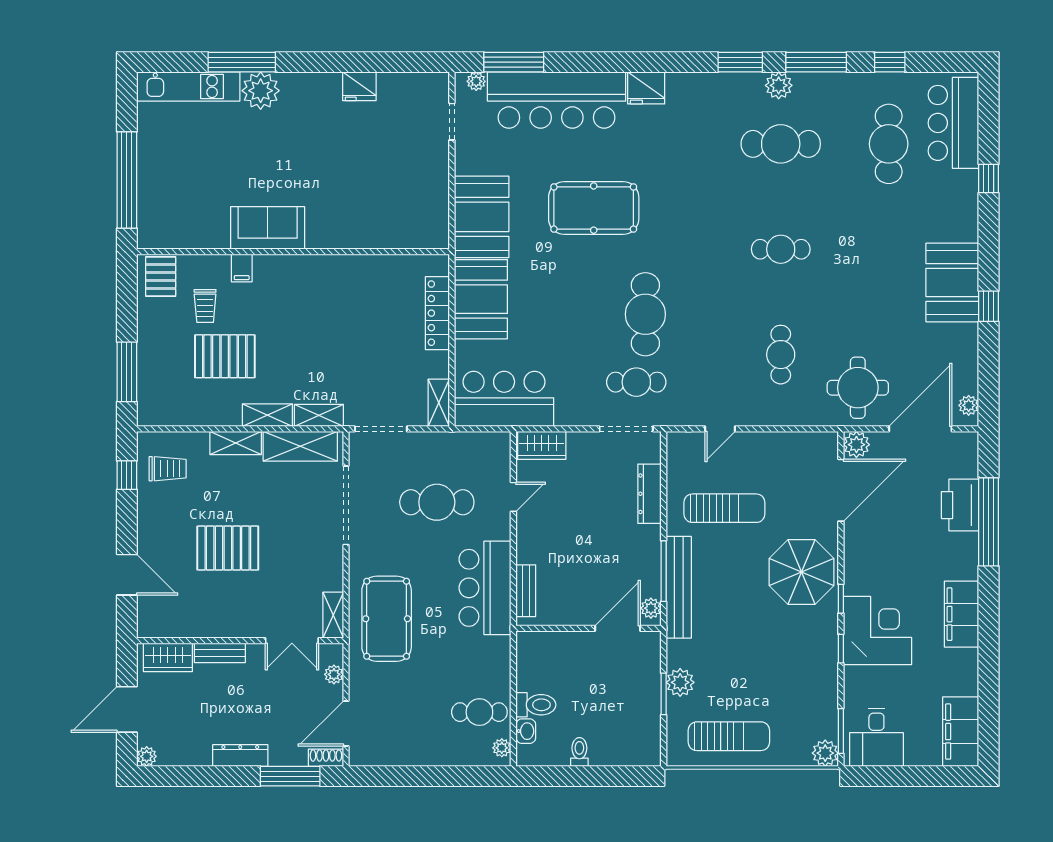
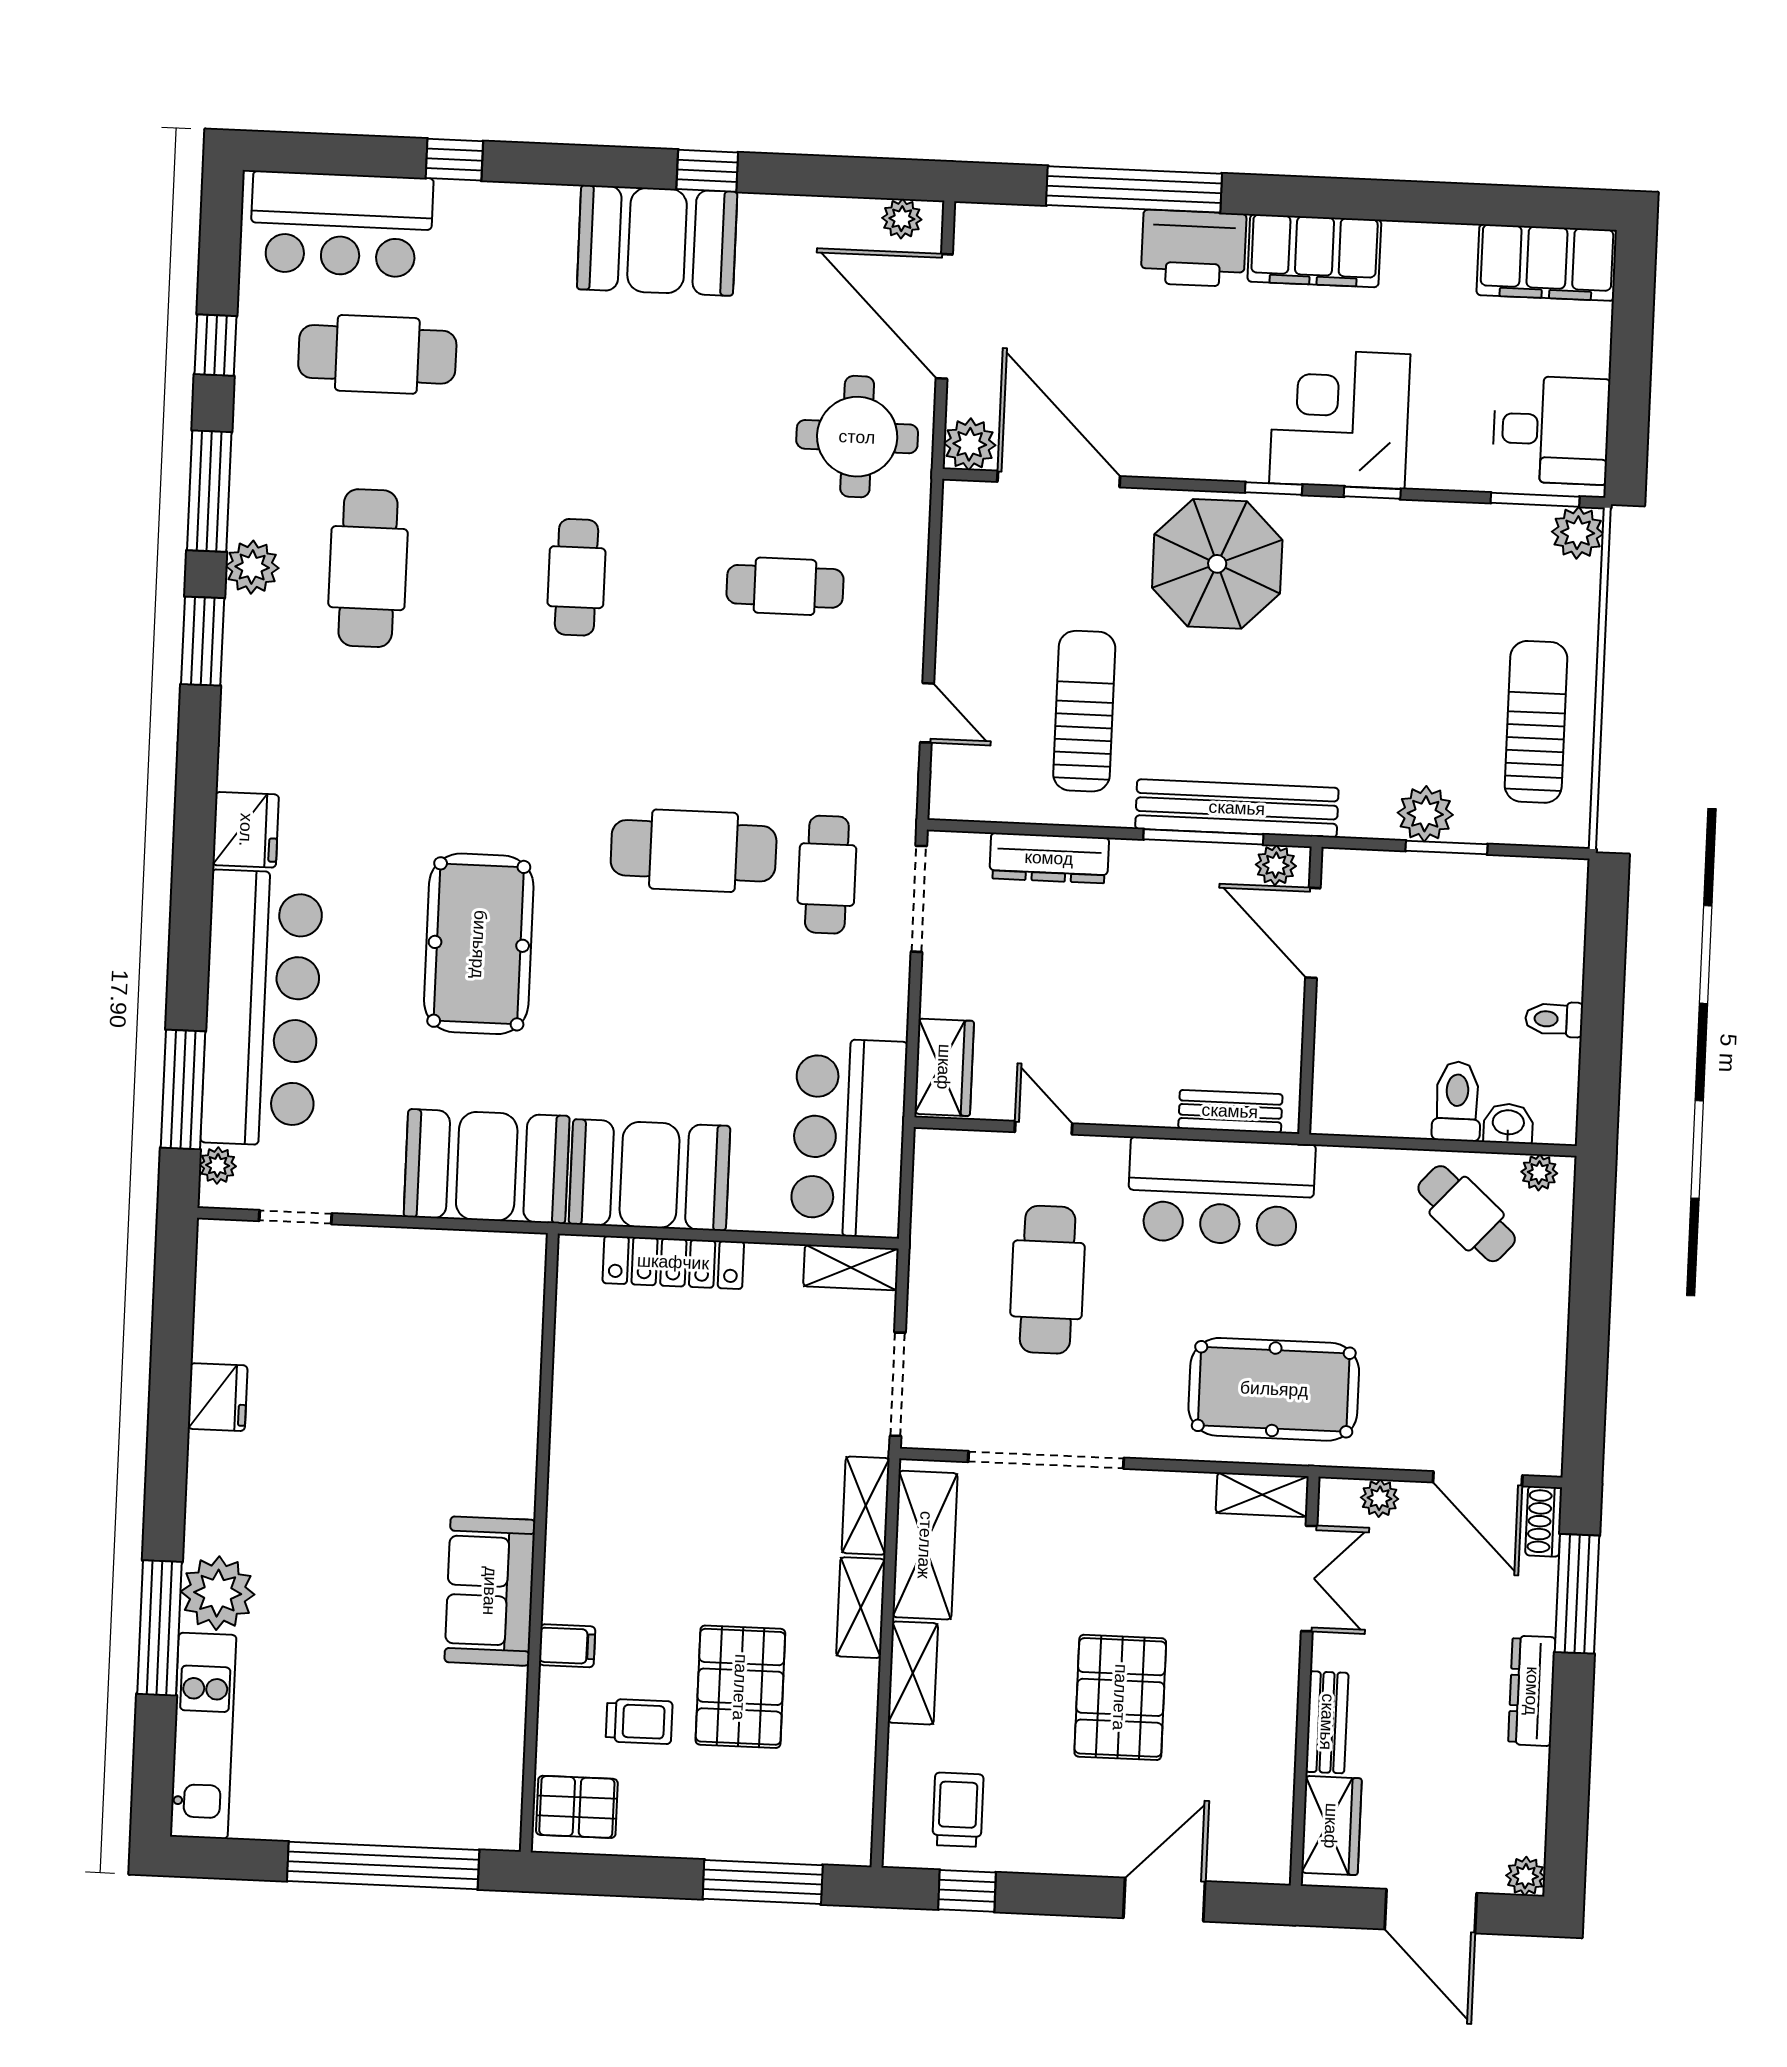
printer: (960, 505) -> (1194, 248), moved
cafe table: (479, 712) -> (1467, 1214), turned -48

